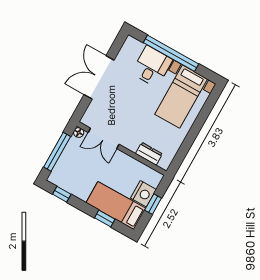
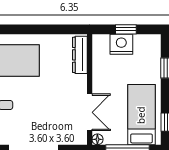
dresser: (149, 154) -> (80, 55), width x1.44
bed: (116, 206) -> (141, 115), moved, turned 180

